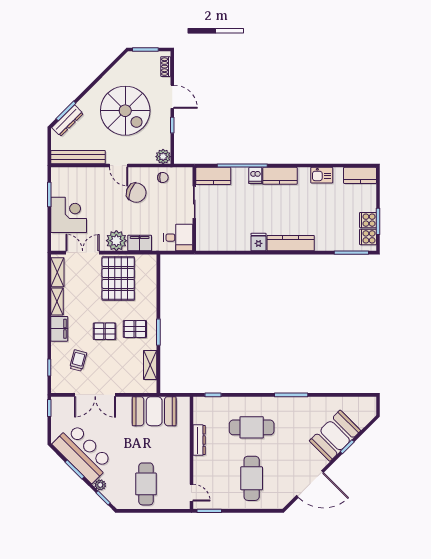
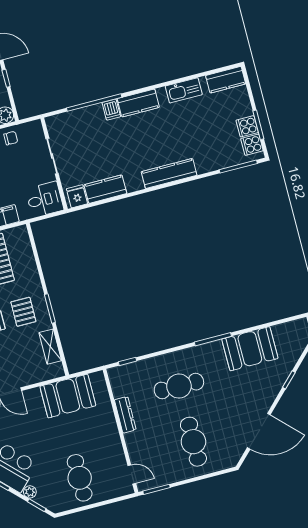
kitchen sink: (322, 175) -> (184, 90), width x1.38
kitchen counter: (213, 176) -> (105, 189), moved, turned 180
fridge: (258, 242) -> (77, 196), moved
pallet: (135, 329) -> (23, 312), turned 90
booth: (335, 436) -> (250, 349), moved, turned 45

